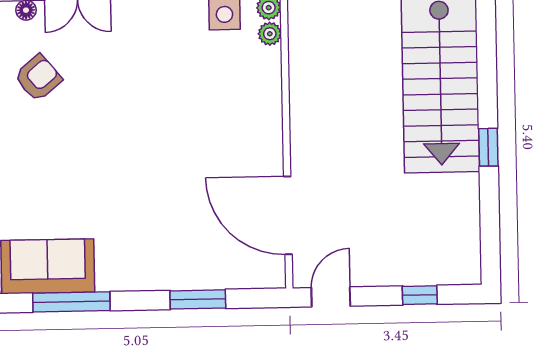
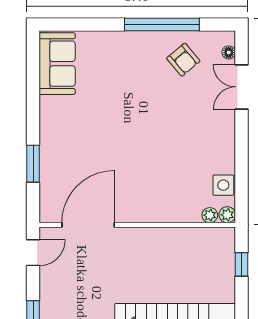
door: (331, 297) -> (33, 253), hinge flipped
window: (71, 302) -> (33, 79), removed

